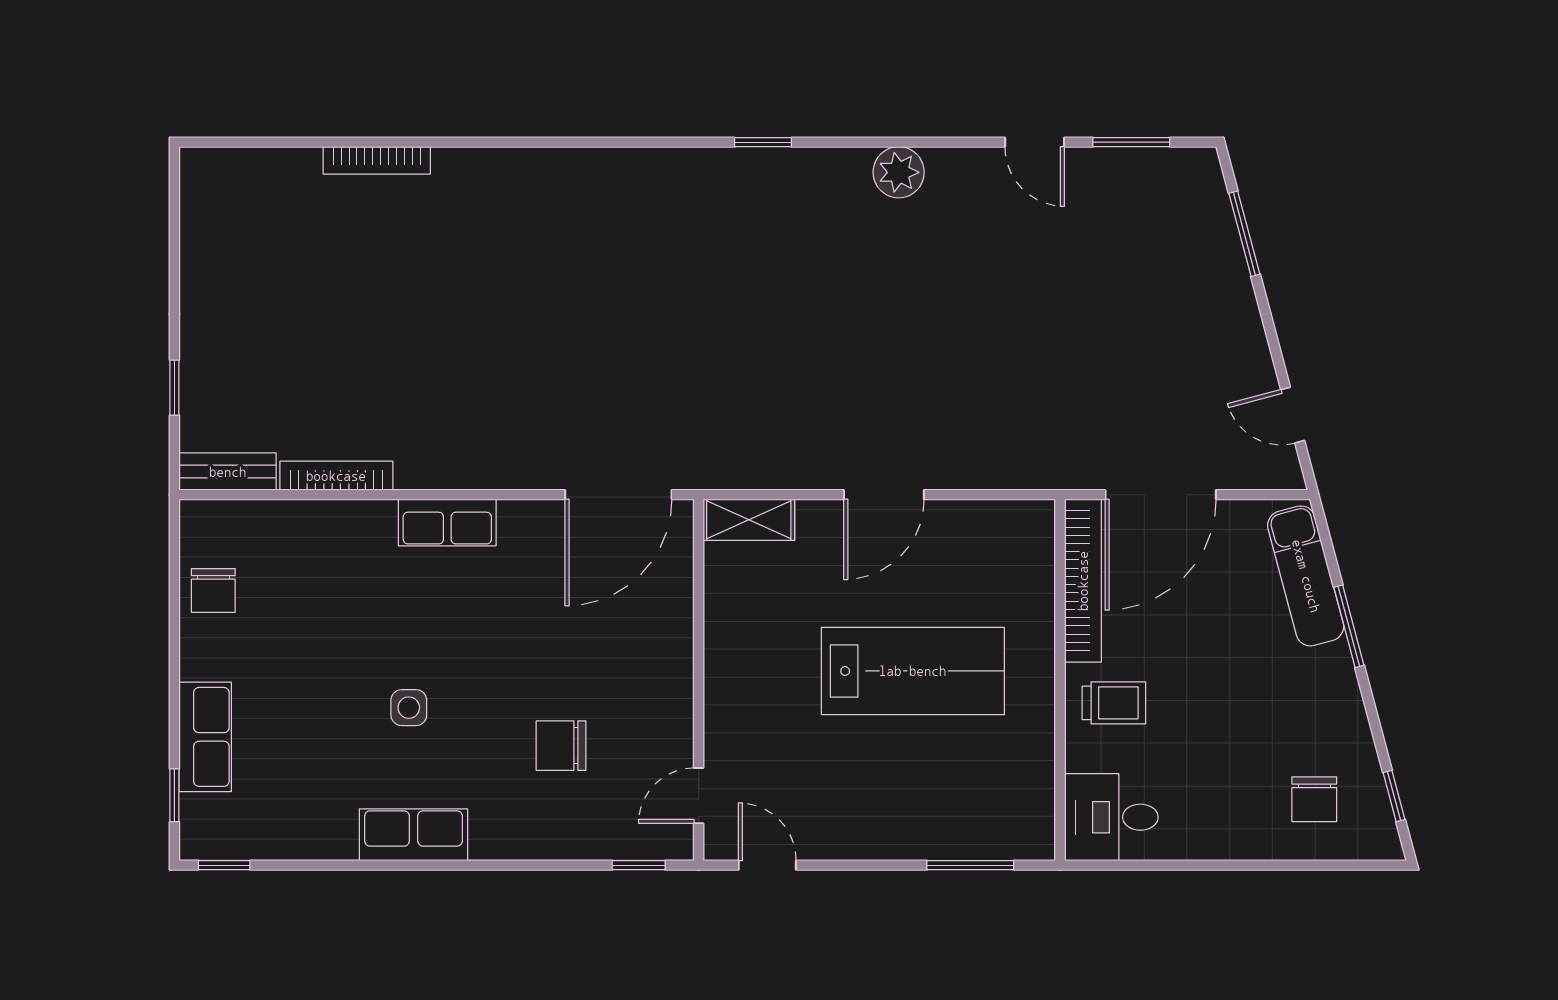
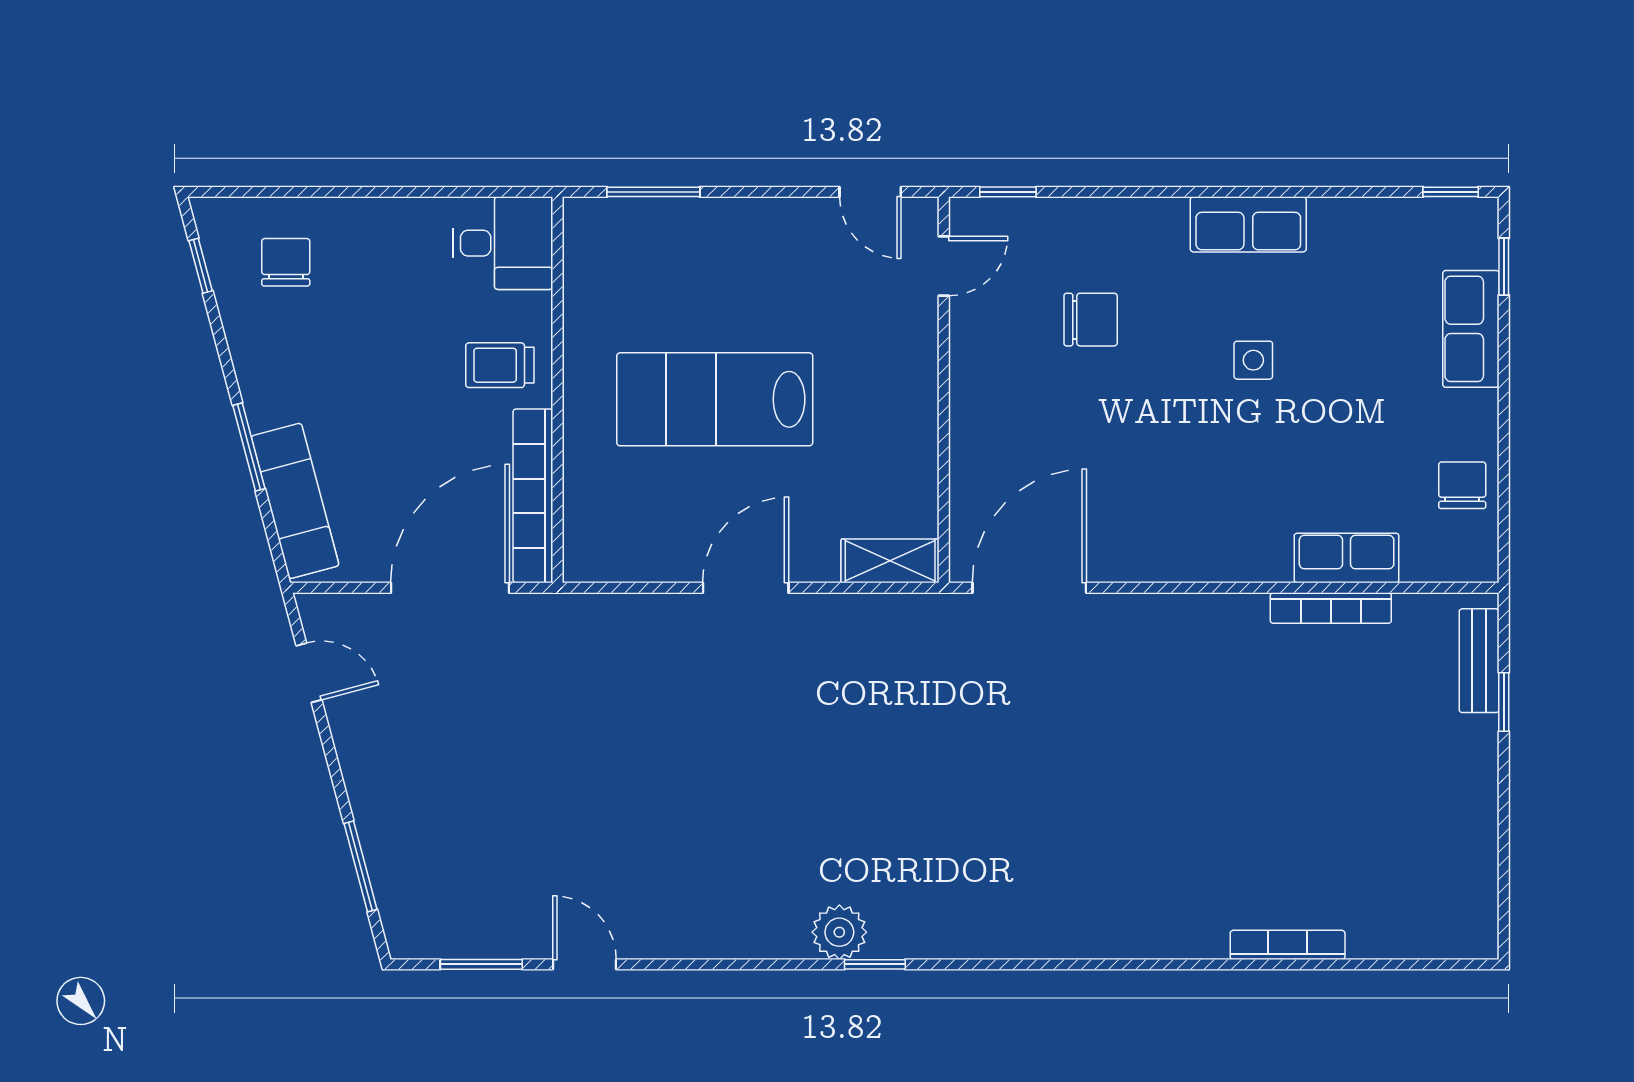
plant: (899, 172) -> (839, 932), moved
bench: (228, 472) -> (1479, 661), moved, turned 90
row of seats: (447, 522) -> (1347, 558), moved

